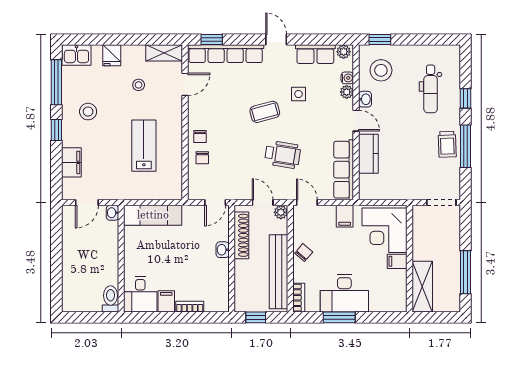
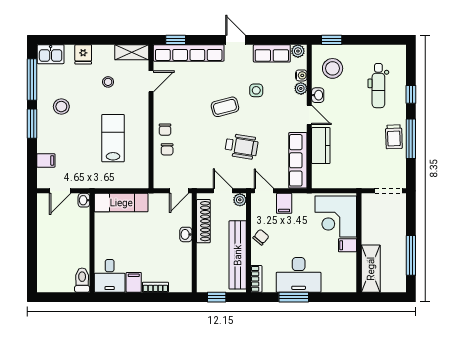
window: (56, 130) -> (32, 124), width x1.50
filing cabinet: (71, 162) -> (46, 160), width x0.50
filing cabinet: (345, 216) -> (284, 203), moved

